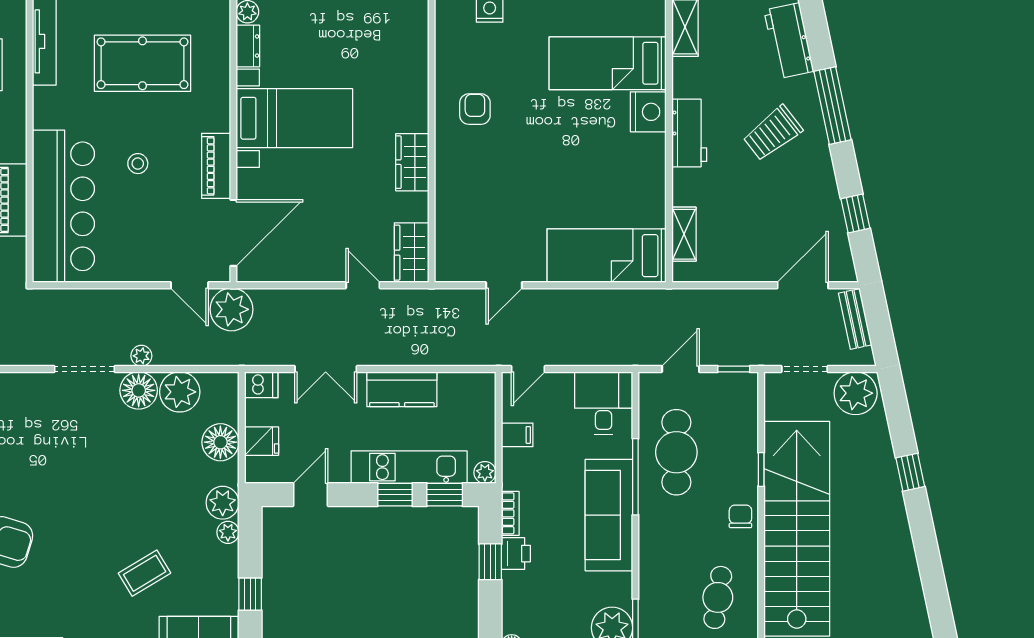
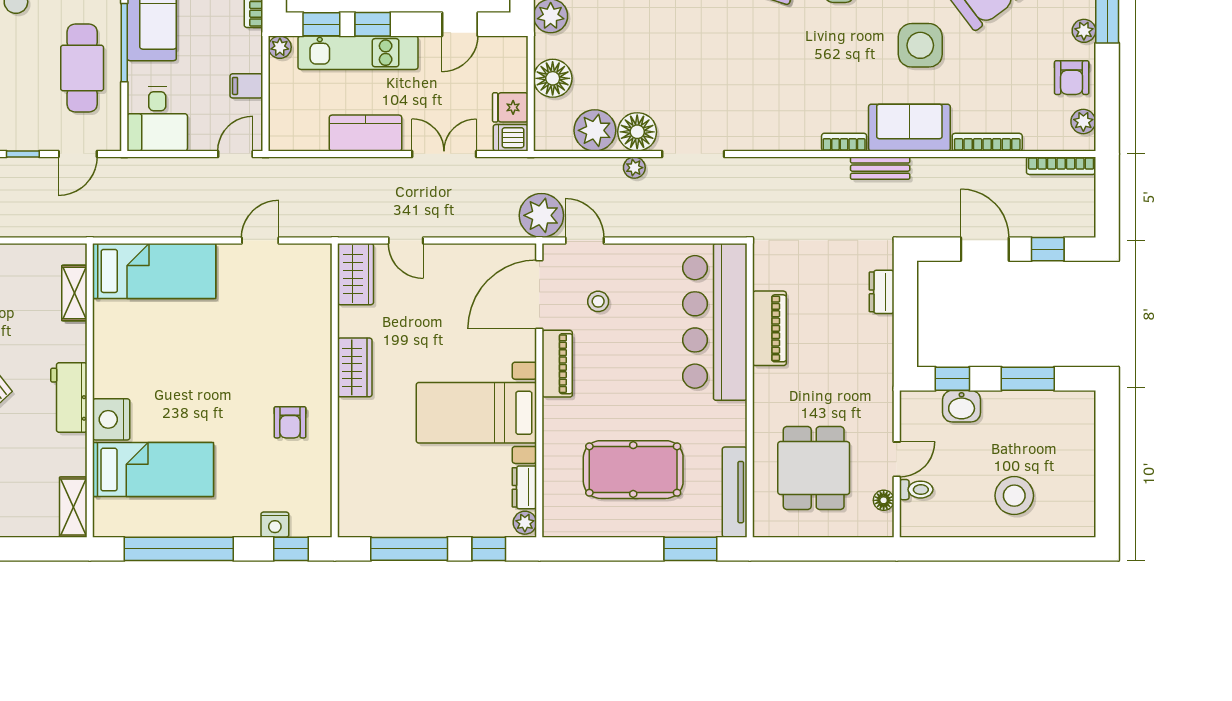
stool: (138, 164) -> (598, 301), moved
fridge: (262, 441) -> (510, 107), moved

